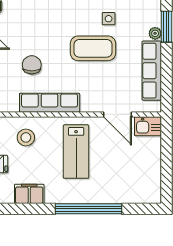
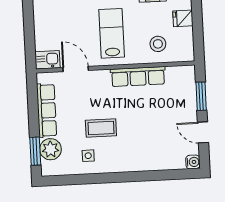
plant: (155, 33) -> (50, 149), width x1.88, depth x1.88
coffee table: (93, 48) -> (101, 128), width x0.73, depth x0.76
chair: (32, 65) -> (156, 110), removed

